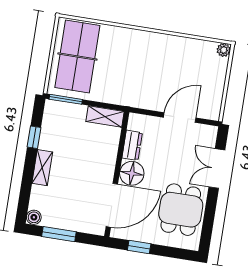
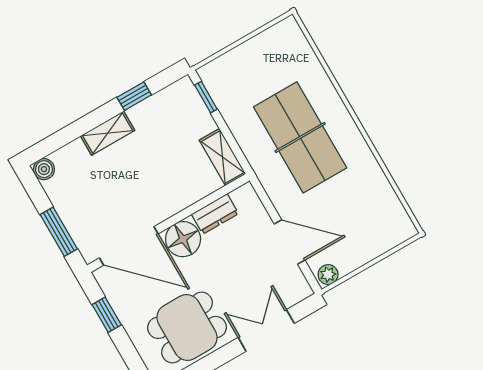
plant: (224, 50) -> (328, 275), moved
table tennis table: (77, 57) -> (300, 137), moved, turned 90
window: (66, 99) -> (206, 97), width x0.67
window: (59, 234) -> (59, 232), moved

